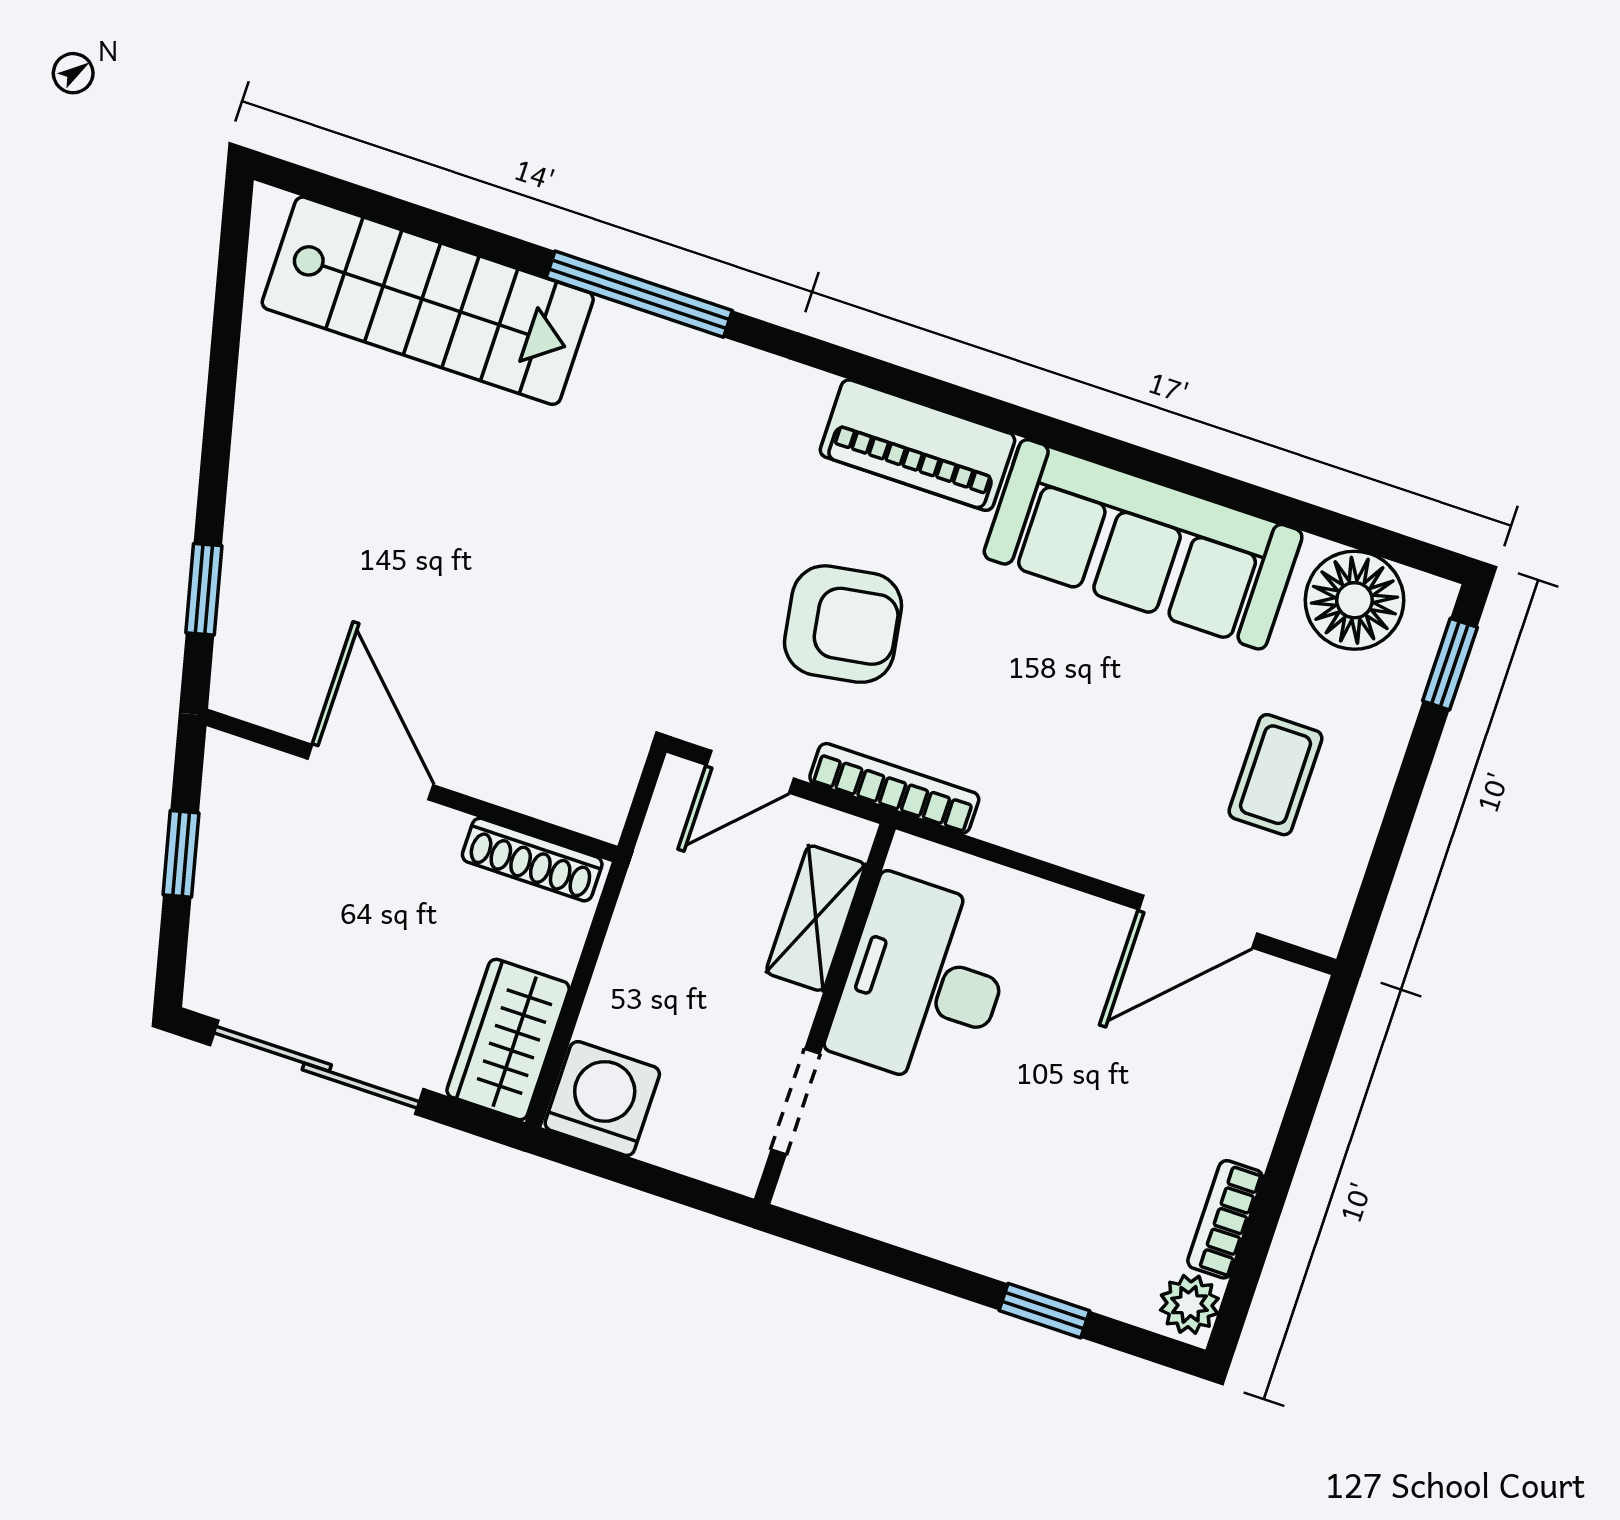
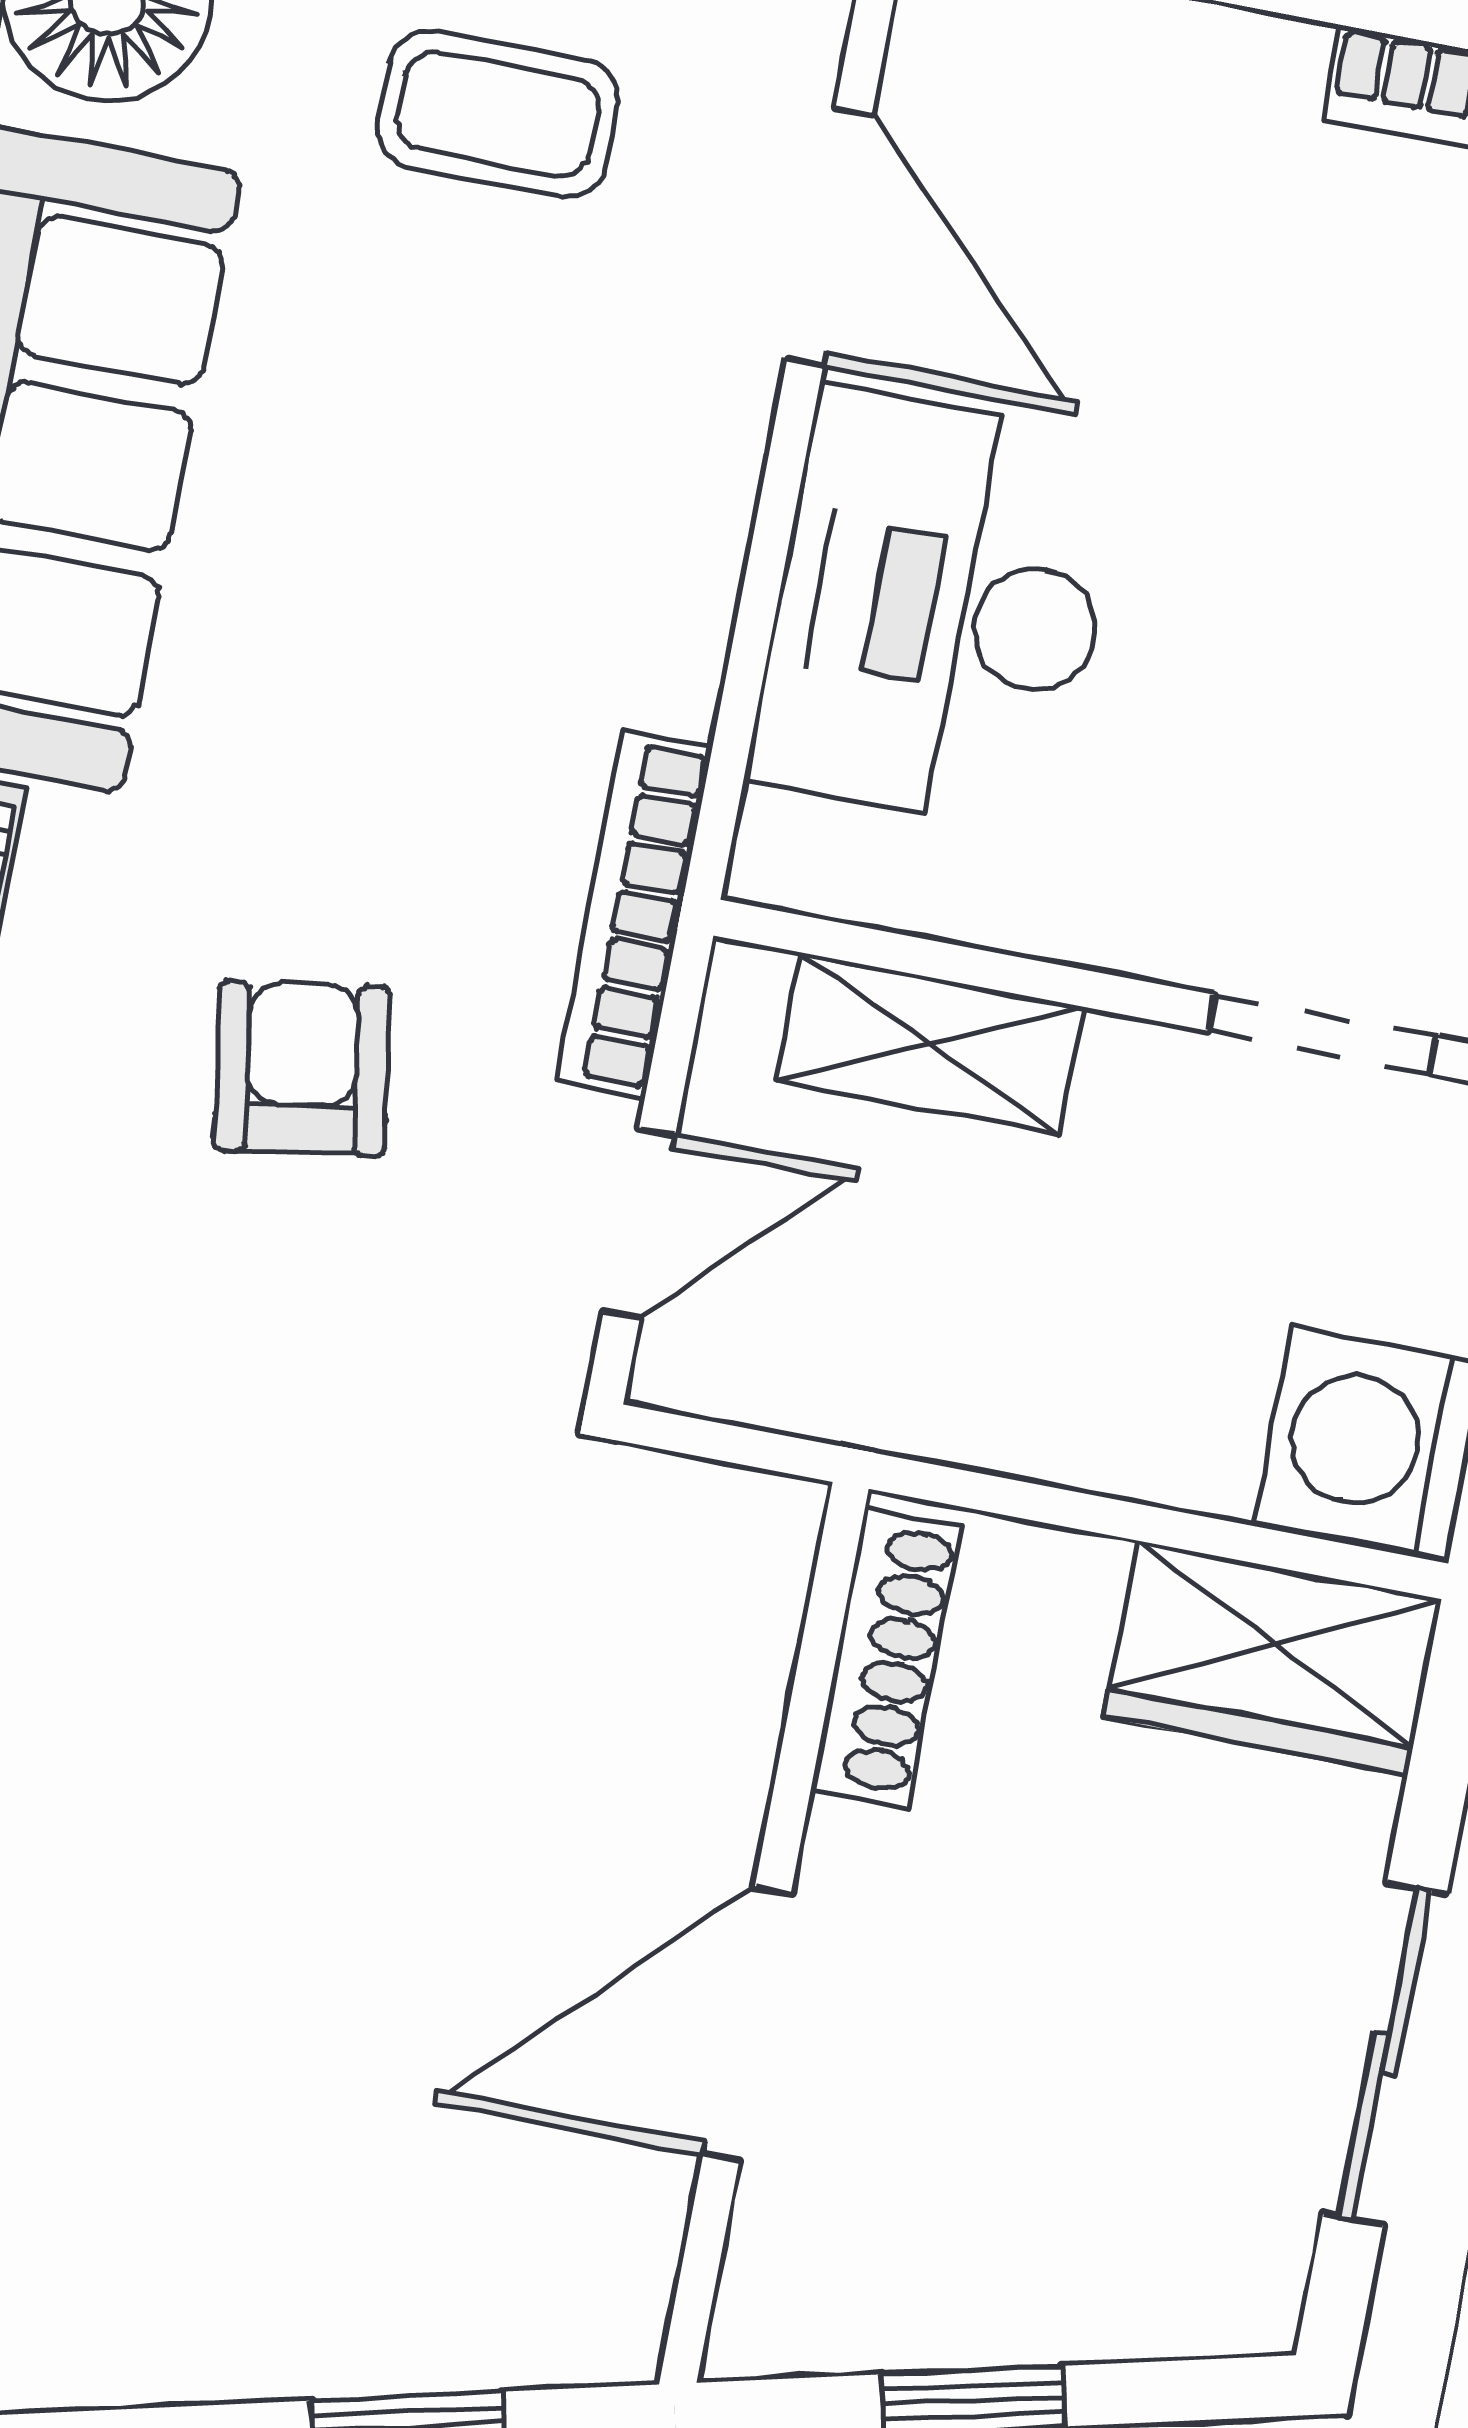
armchair: (843, 624) -> (302, 1068), width x0.72, depth x0.72
door: (750, 772) -> (639, 1223), hinge flipped
desk: (923, 982) -> (938, 611), moved, turned 90
sliding door: (317, 1067) -> (1385, 2054), width x0.73

